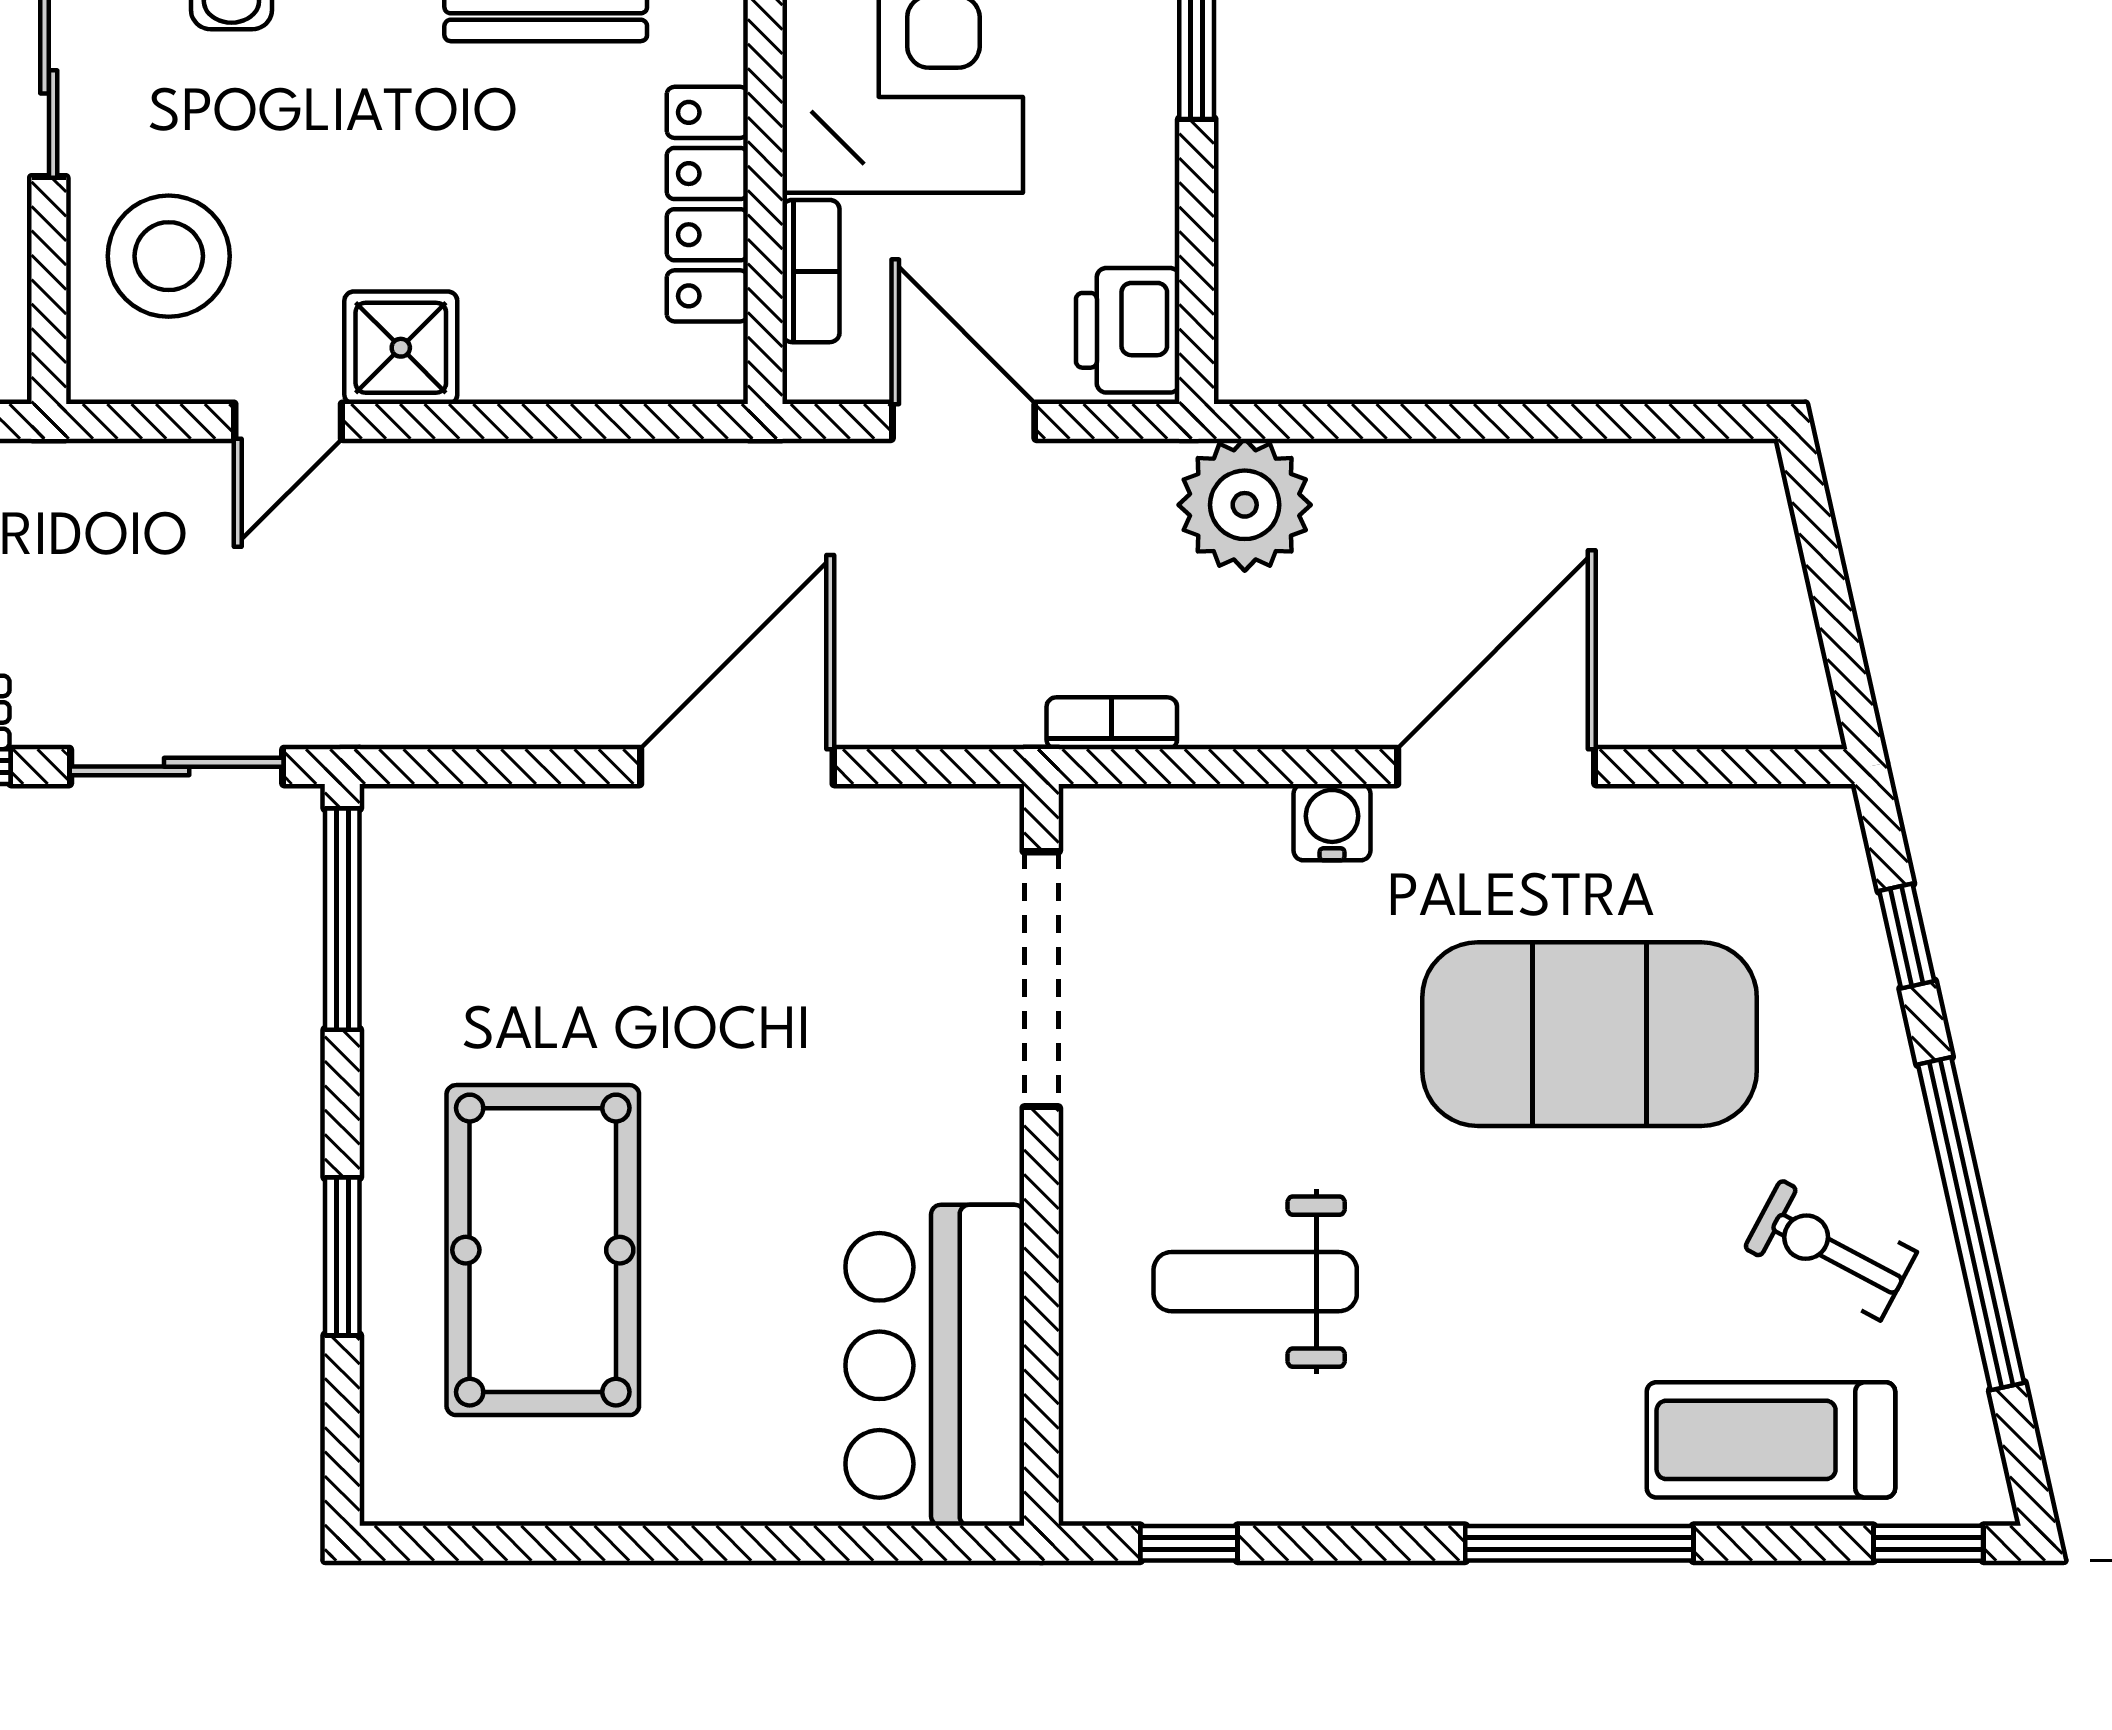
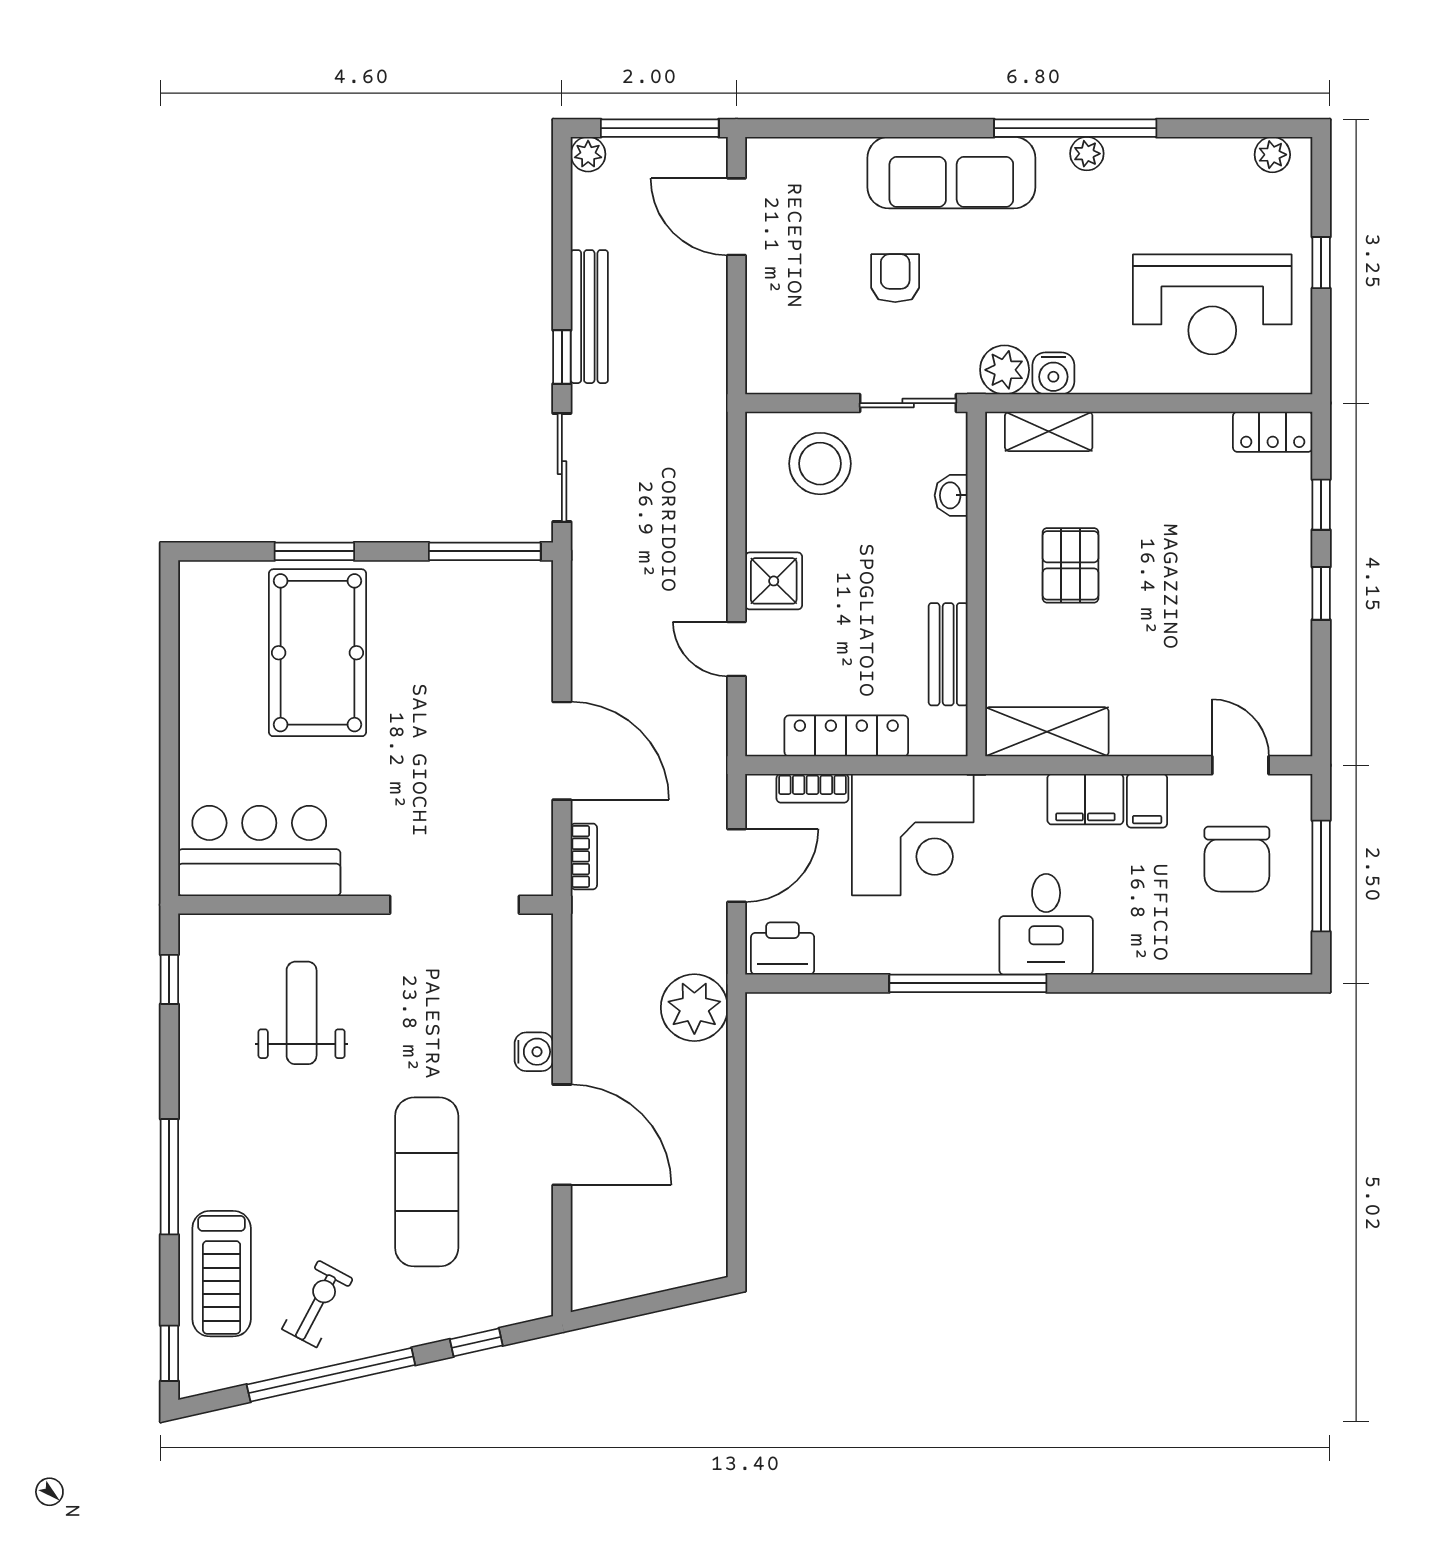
door: (288, 421) -> (736, 649), moved
bookcase: (1112, 723) -> (584, 856), moved
exercise mat: (1590, 1034) -> (427, 1182), width x0.68
pool table: (543, 1250) -> (318, 653), turned 90
treadmill: (1771, 1440) -> (222, 1274), turned 180

